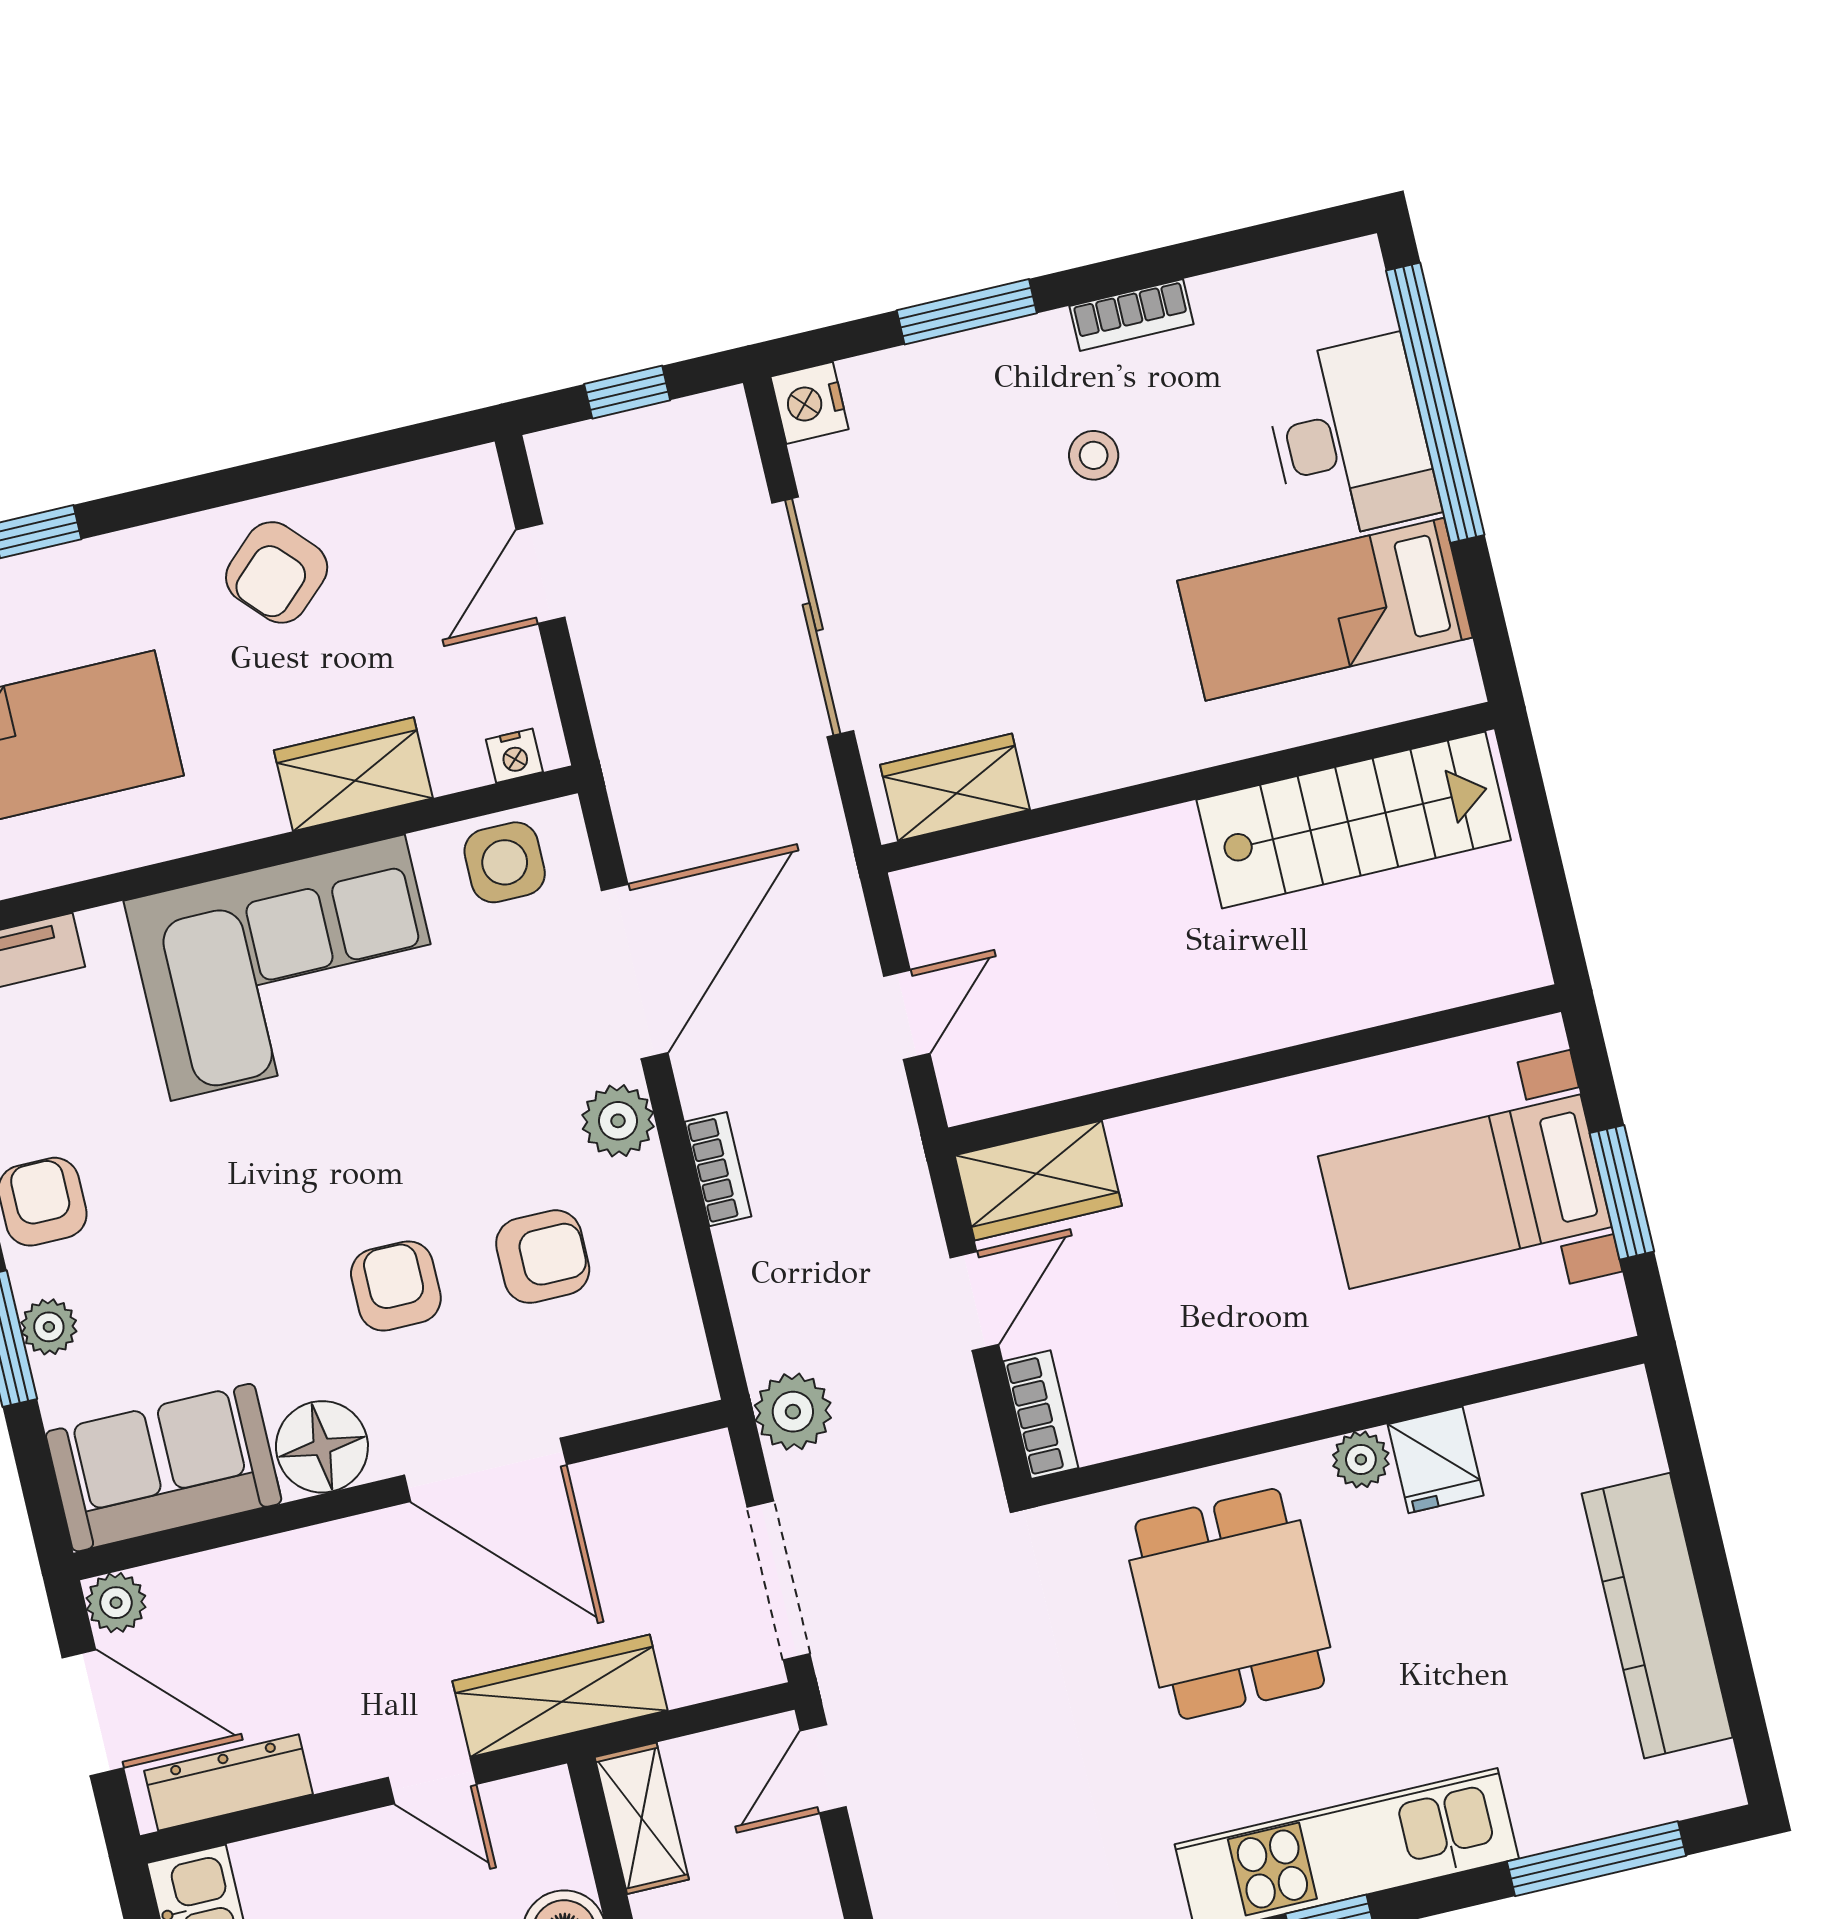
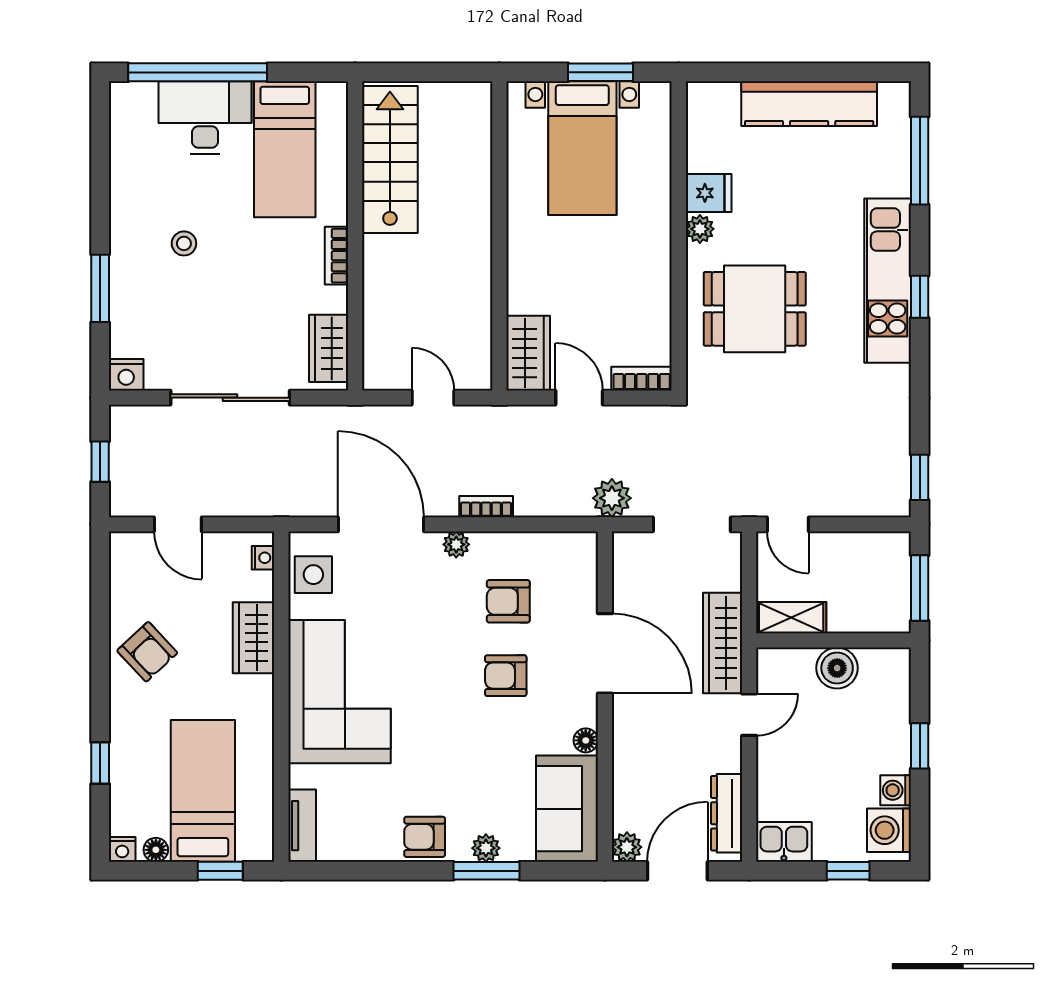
bookcase: (1131, 315) -> (336, 256), moved, turned 180
plant: (618, 1121) -> (456, 544), width x0.73, depth x0.73
armchair: (543, 1257) -> (508, 601), turned -90
floor lamp: (322, 1447) -> (586, 740), width x0.53, depth x0.53
door: (485, 1470) -> (605, 653), hinge flipped

